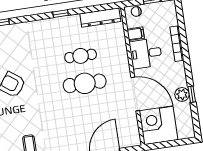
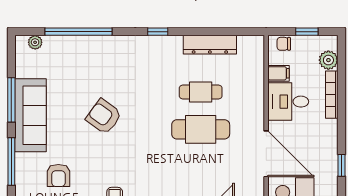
window: (61, 14) -> (158, 32), moved
dresser: (100, 18) -> (210, 45), moved
plant: (182, 94) -> (328, 60), moved

